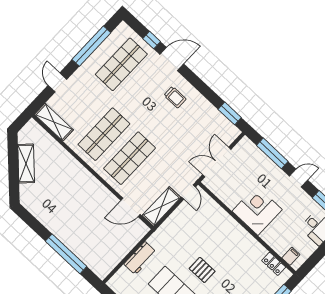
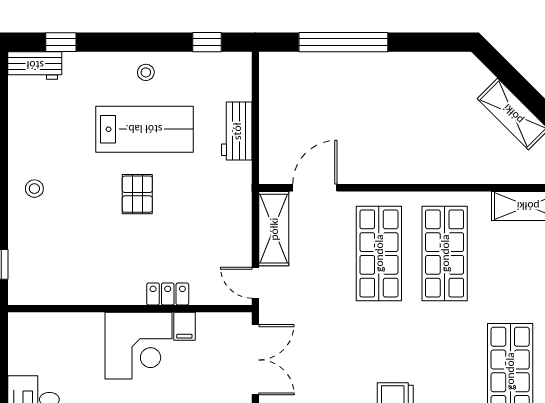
filing cabinet: (291, 256) -> (184, 326), moved
locker: (274, 264) -> (168, 294), moved
pallet: (202, 270) -> (137, 194), turned 90

